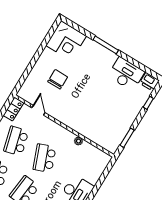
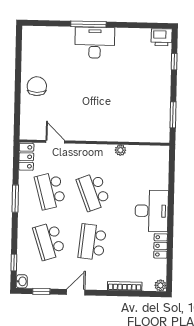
corner desk: (66, 41) -> (41, 45), removed
desk: (126, 74) -> (95, 43), moved
chair: (58, 79) -> (37, 86), moved

